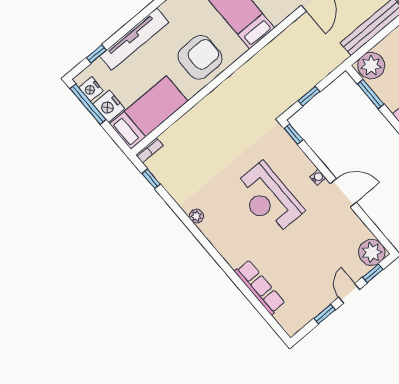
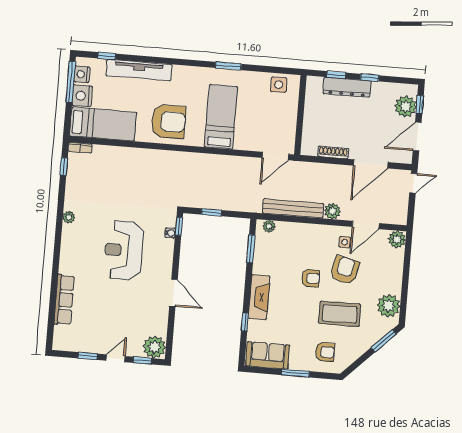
plant: (371, 66) -> (269, 226), width x0.53, depth x0.53
water cooler: (318, 177) -> (170, 233), moved

